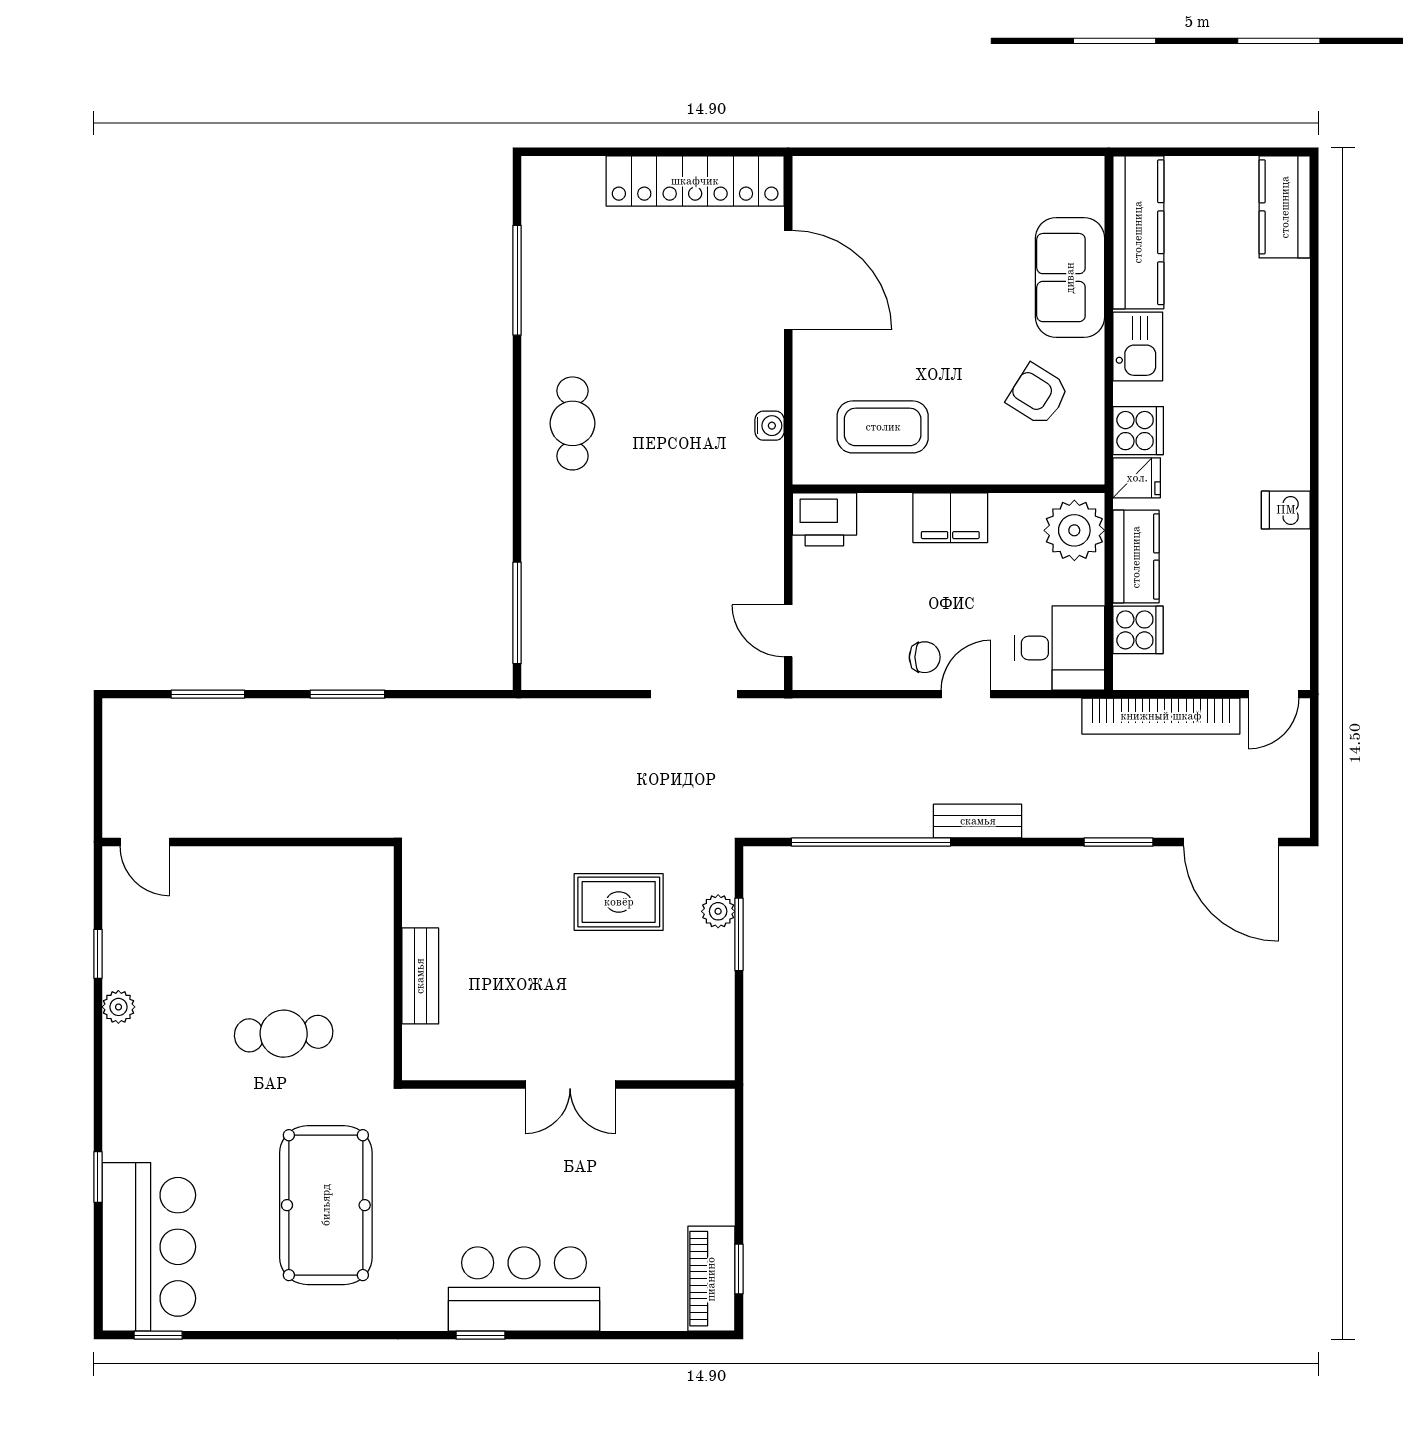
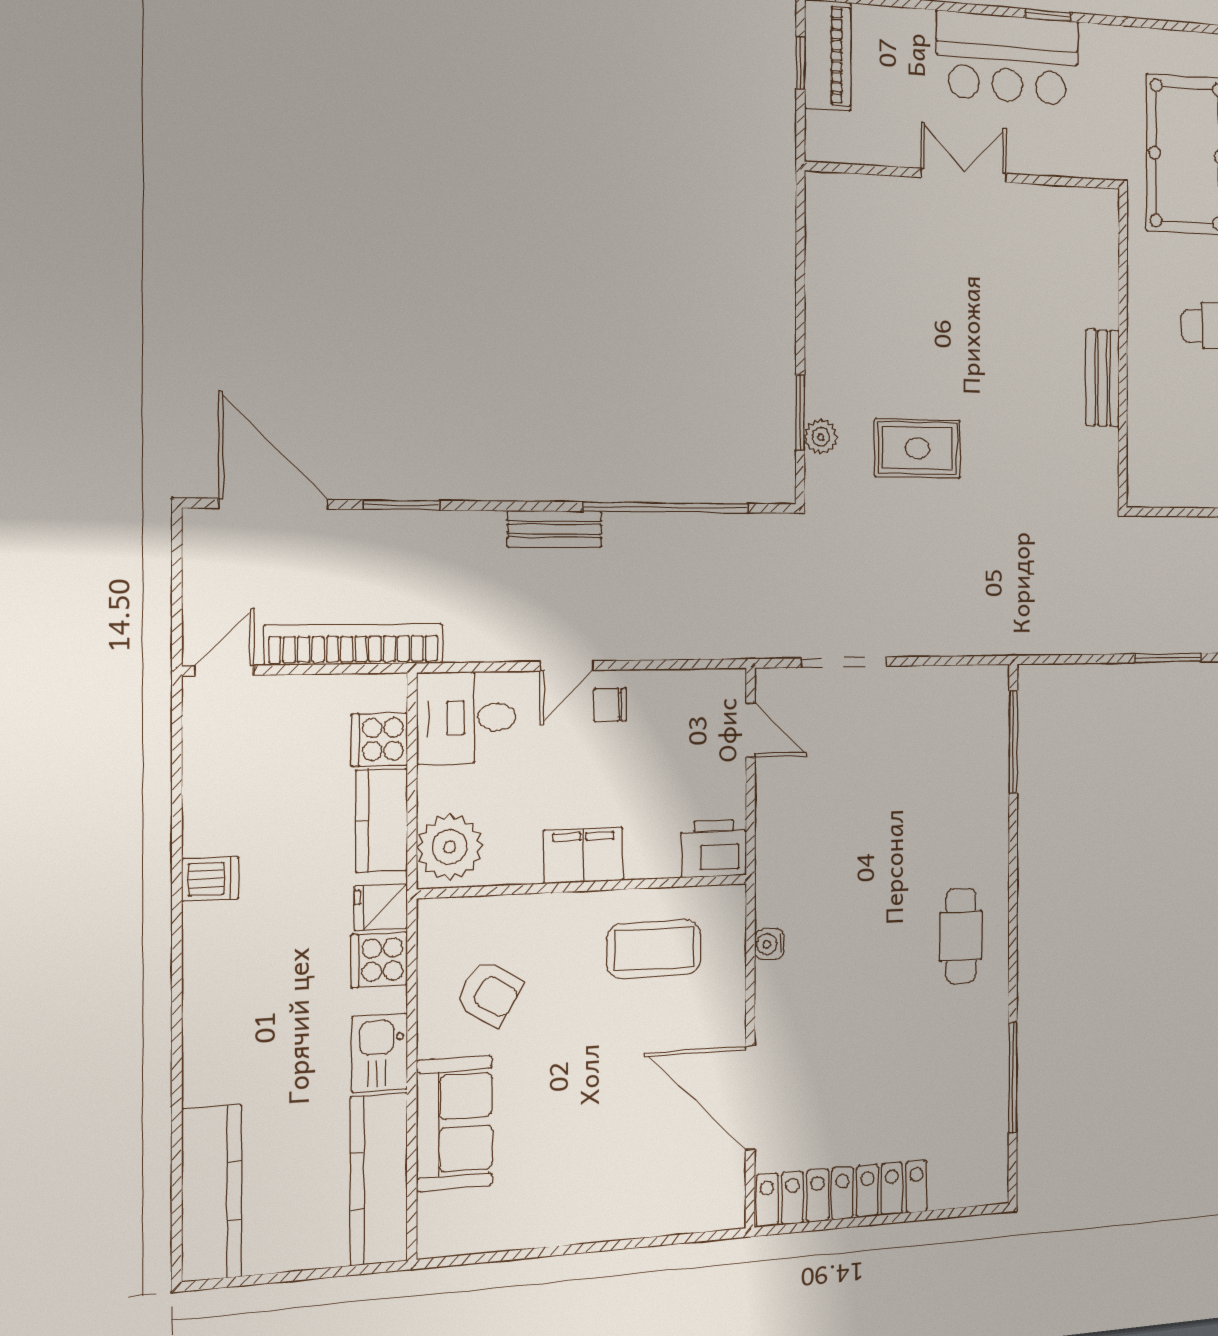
kitchen counter: (1285, 207) -> (212, 1193), width x1.50
wall: (568, 1084) -> (966, 176), moved
double door: (570, 1084) -> (964, 175), moved

